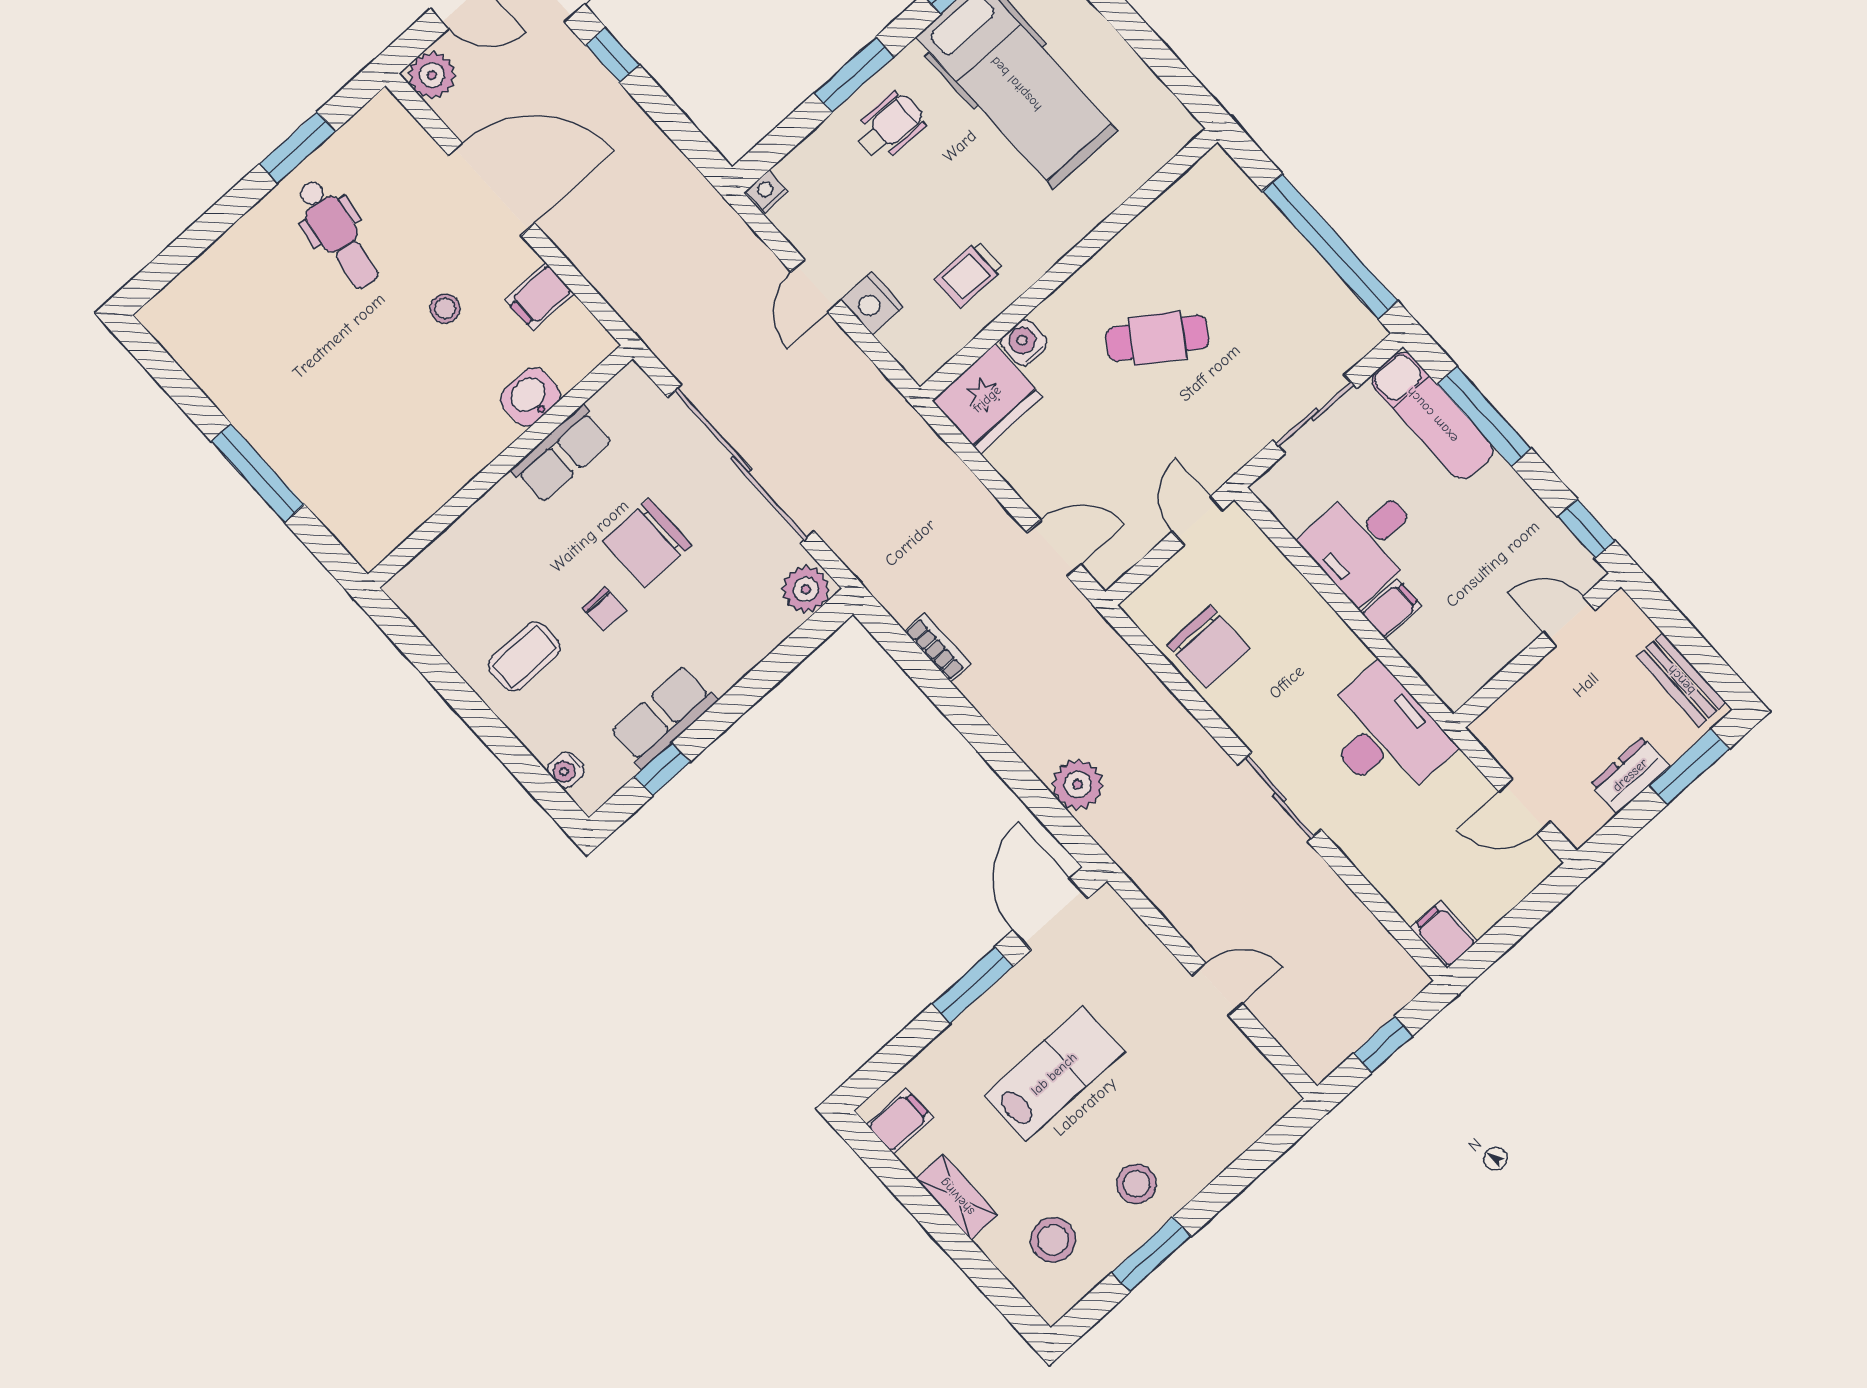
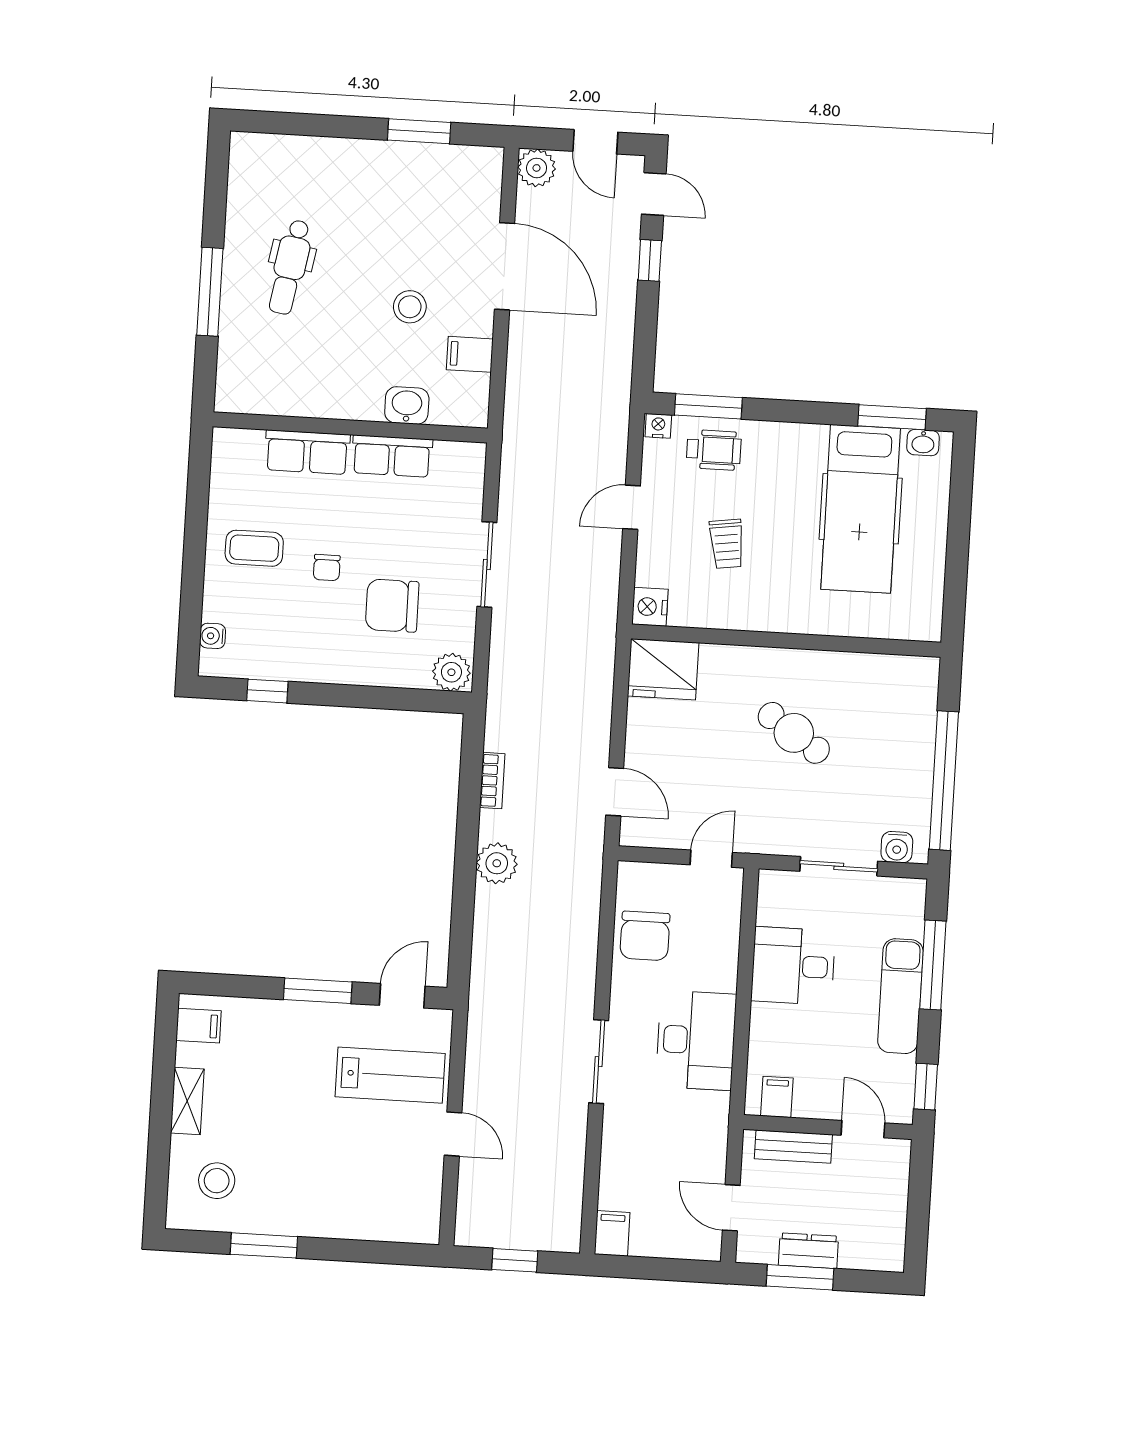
window: (854, 75) -> (708, 406), moved
wheelchair: (890, 127) -> (714, 450), moved
dental chair: (338, 234) -> (290, 267), moved
trolley: (969, 274) -> (727, 544), moved, turned -98
nightstand: (872, 303) -> (650, 607), moved
stool: (445, 308) -> (410, 307), width x1.37, depth x1.37
water cooler: (1024, 343) -> (897, 847), moved, turned 180
exam couch: (1432, 415) -> (900, 996), moved
sliding door: (741, 464) -> (487, 564), width x0.54
chair: (647, 543) -> (392, 606), moved
filing cabinet: (1391, 609) -> (777, 1097), moved, turned -90
bench: (1681, 680) -> (793, 1147), moved, turned 90
row of seats: (664, 717) -> (307, 452), moved, turned 180
desk: (1384, 735) -> (696, 1040), moved
window: (1689, 767) -> (800, 1277), moved
plant: (1078, 784) -> (497, 863), moved
door: (1050, 914) -> (402, 996), width x0.73
lab bench: (1054, 1074) -> (390, 1075), moved
stool: (1136, 1184) -> (296, 1197), removed

